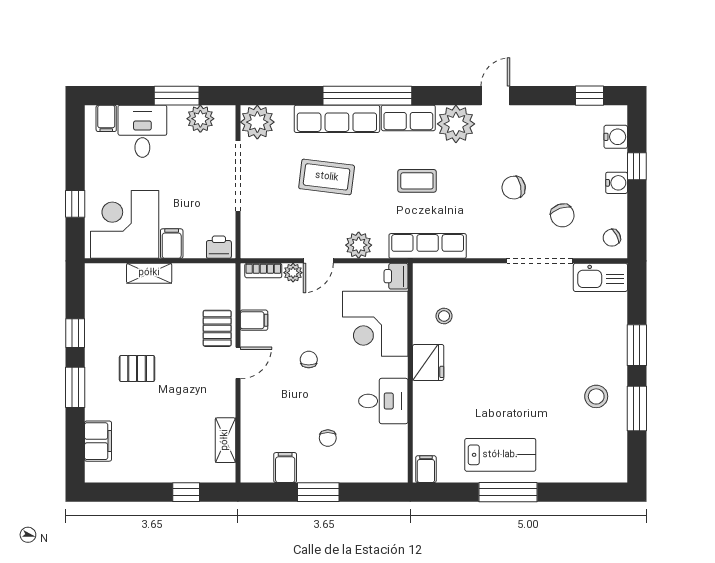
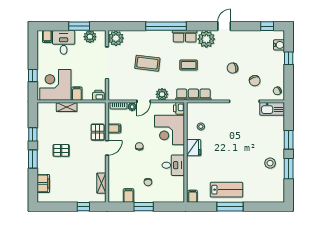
row of seats: (337, 119) -> (152, 37), removed
water cooler: (617, 183) -> (279, 66), removed

